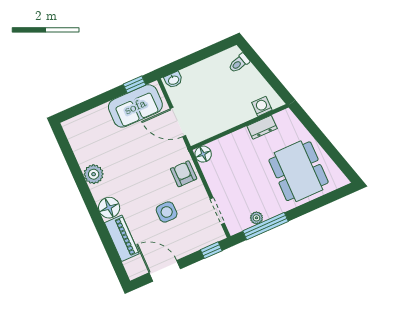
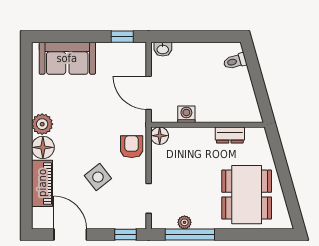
sofa: (135, 106) -> (67, 58), moved
washing machine: (262, 106) -> (186, 114), moved
plant: (94, 174) -> (42, 124), moved
side table: (167, 212) -> (98, 177), turned -38

